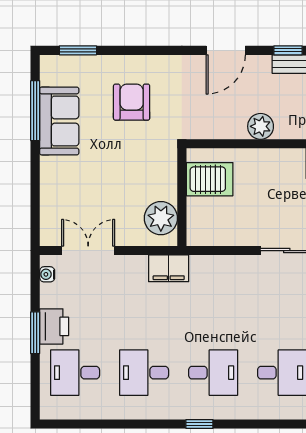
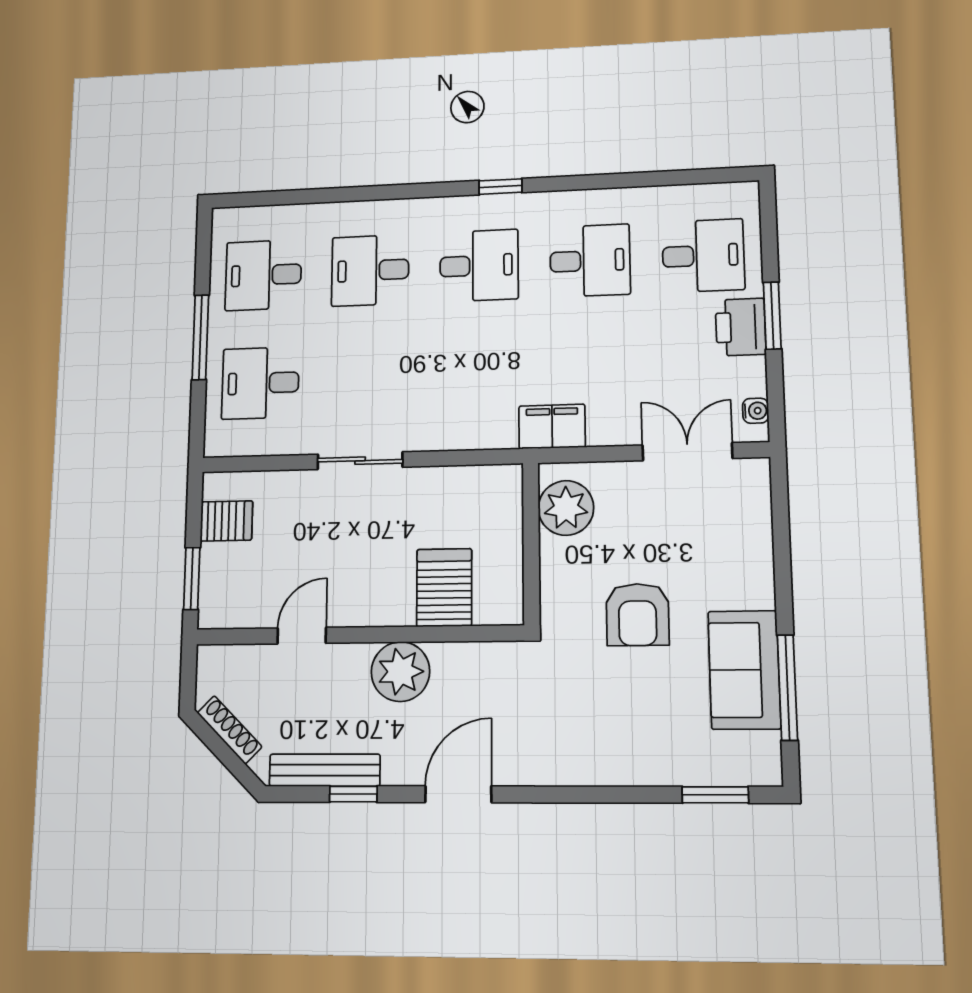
armchair: (132, 102) -> (637, 615), moved
plant: (261, 126) -> (400, 672), width x1.36, depth x1.36
server rack: (210, 179) -> (444, 588), moved, turned 90
double door: (88, 251) -> (687, 452), swing flipped
desk: (213, 373) -> (479, 266), turned 180

